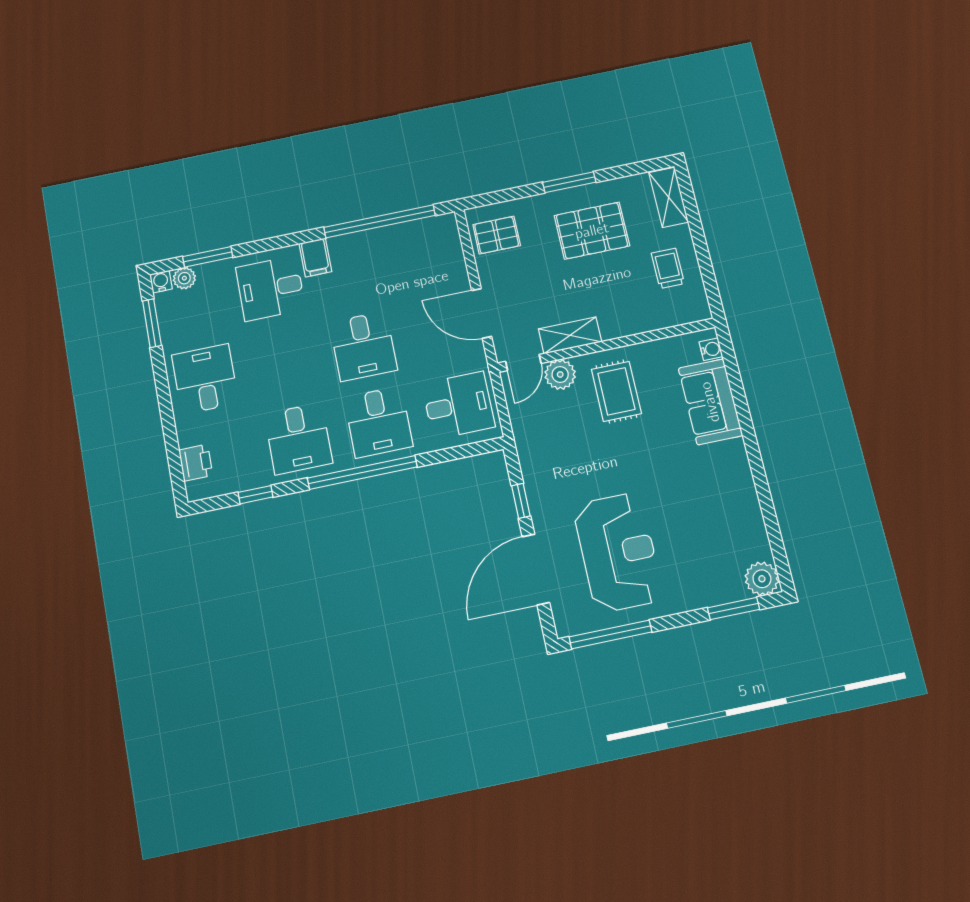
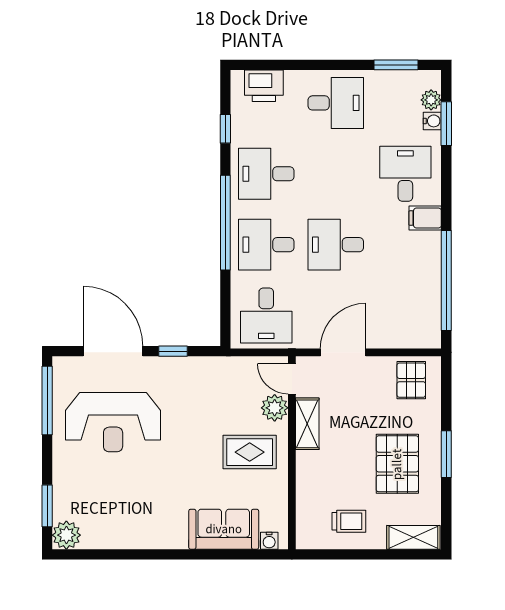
water cooler: (161, 282) -> (432, 121), moved
printer: (196, 463) -> (264, 86), width x1.36, depth x1.24

